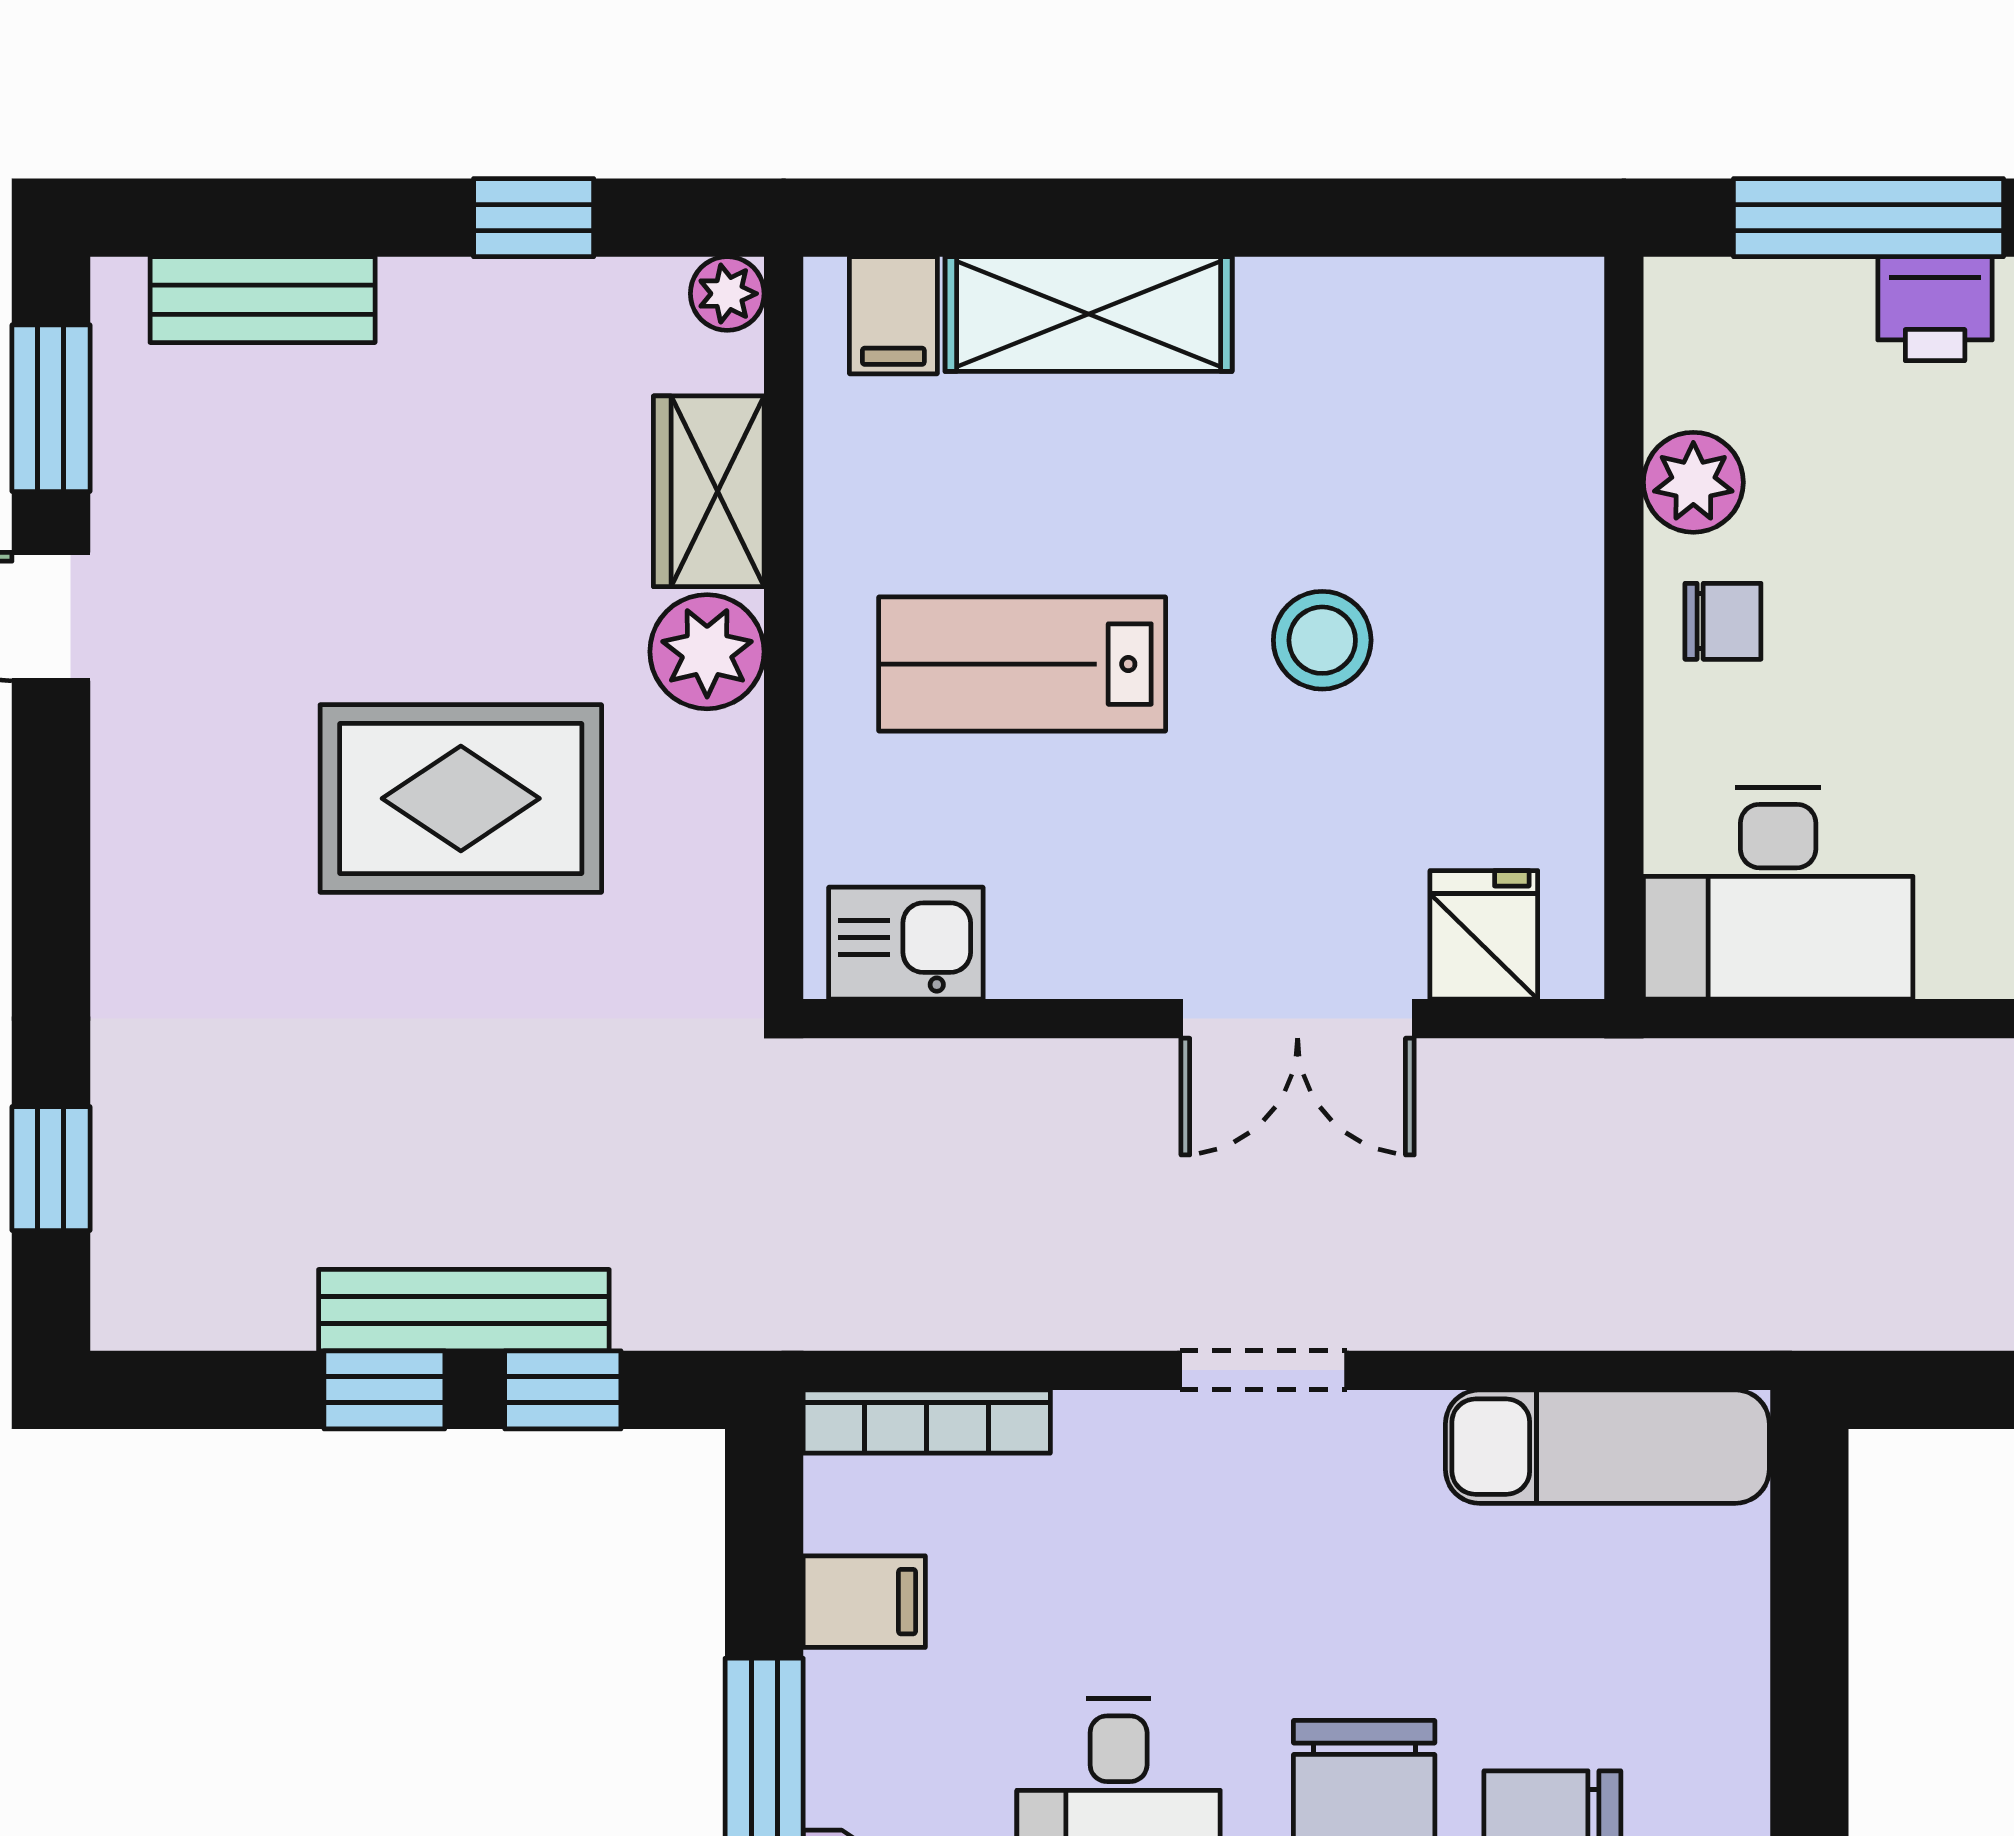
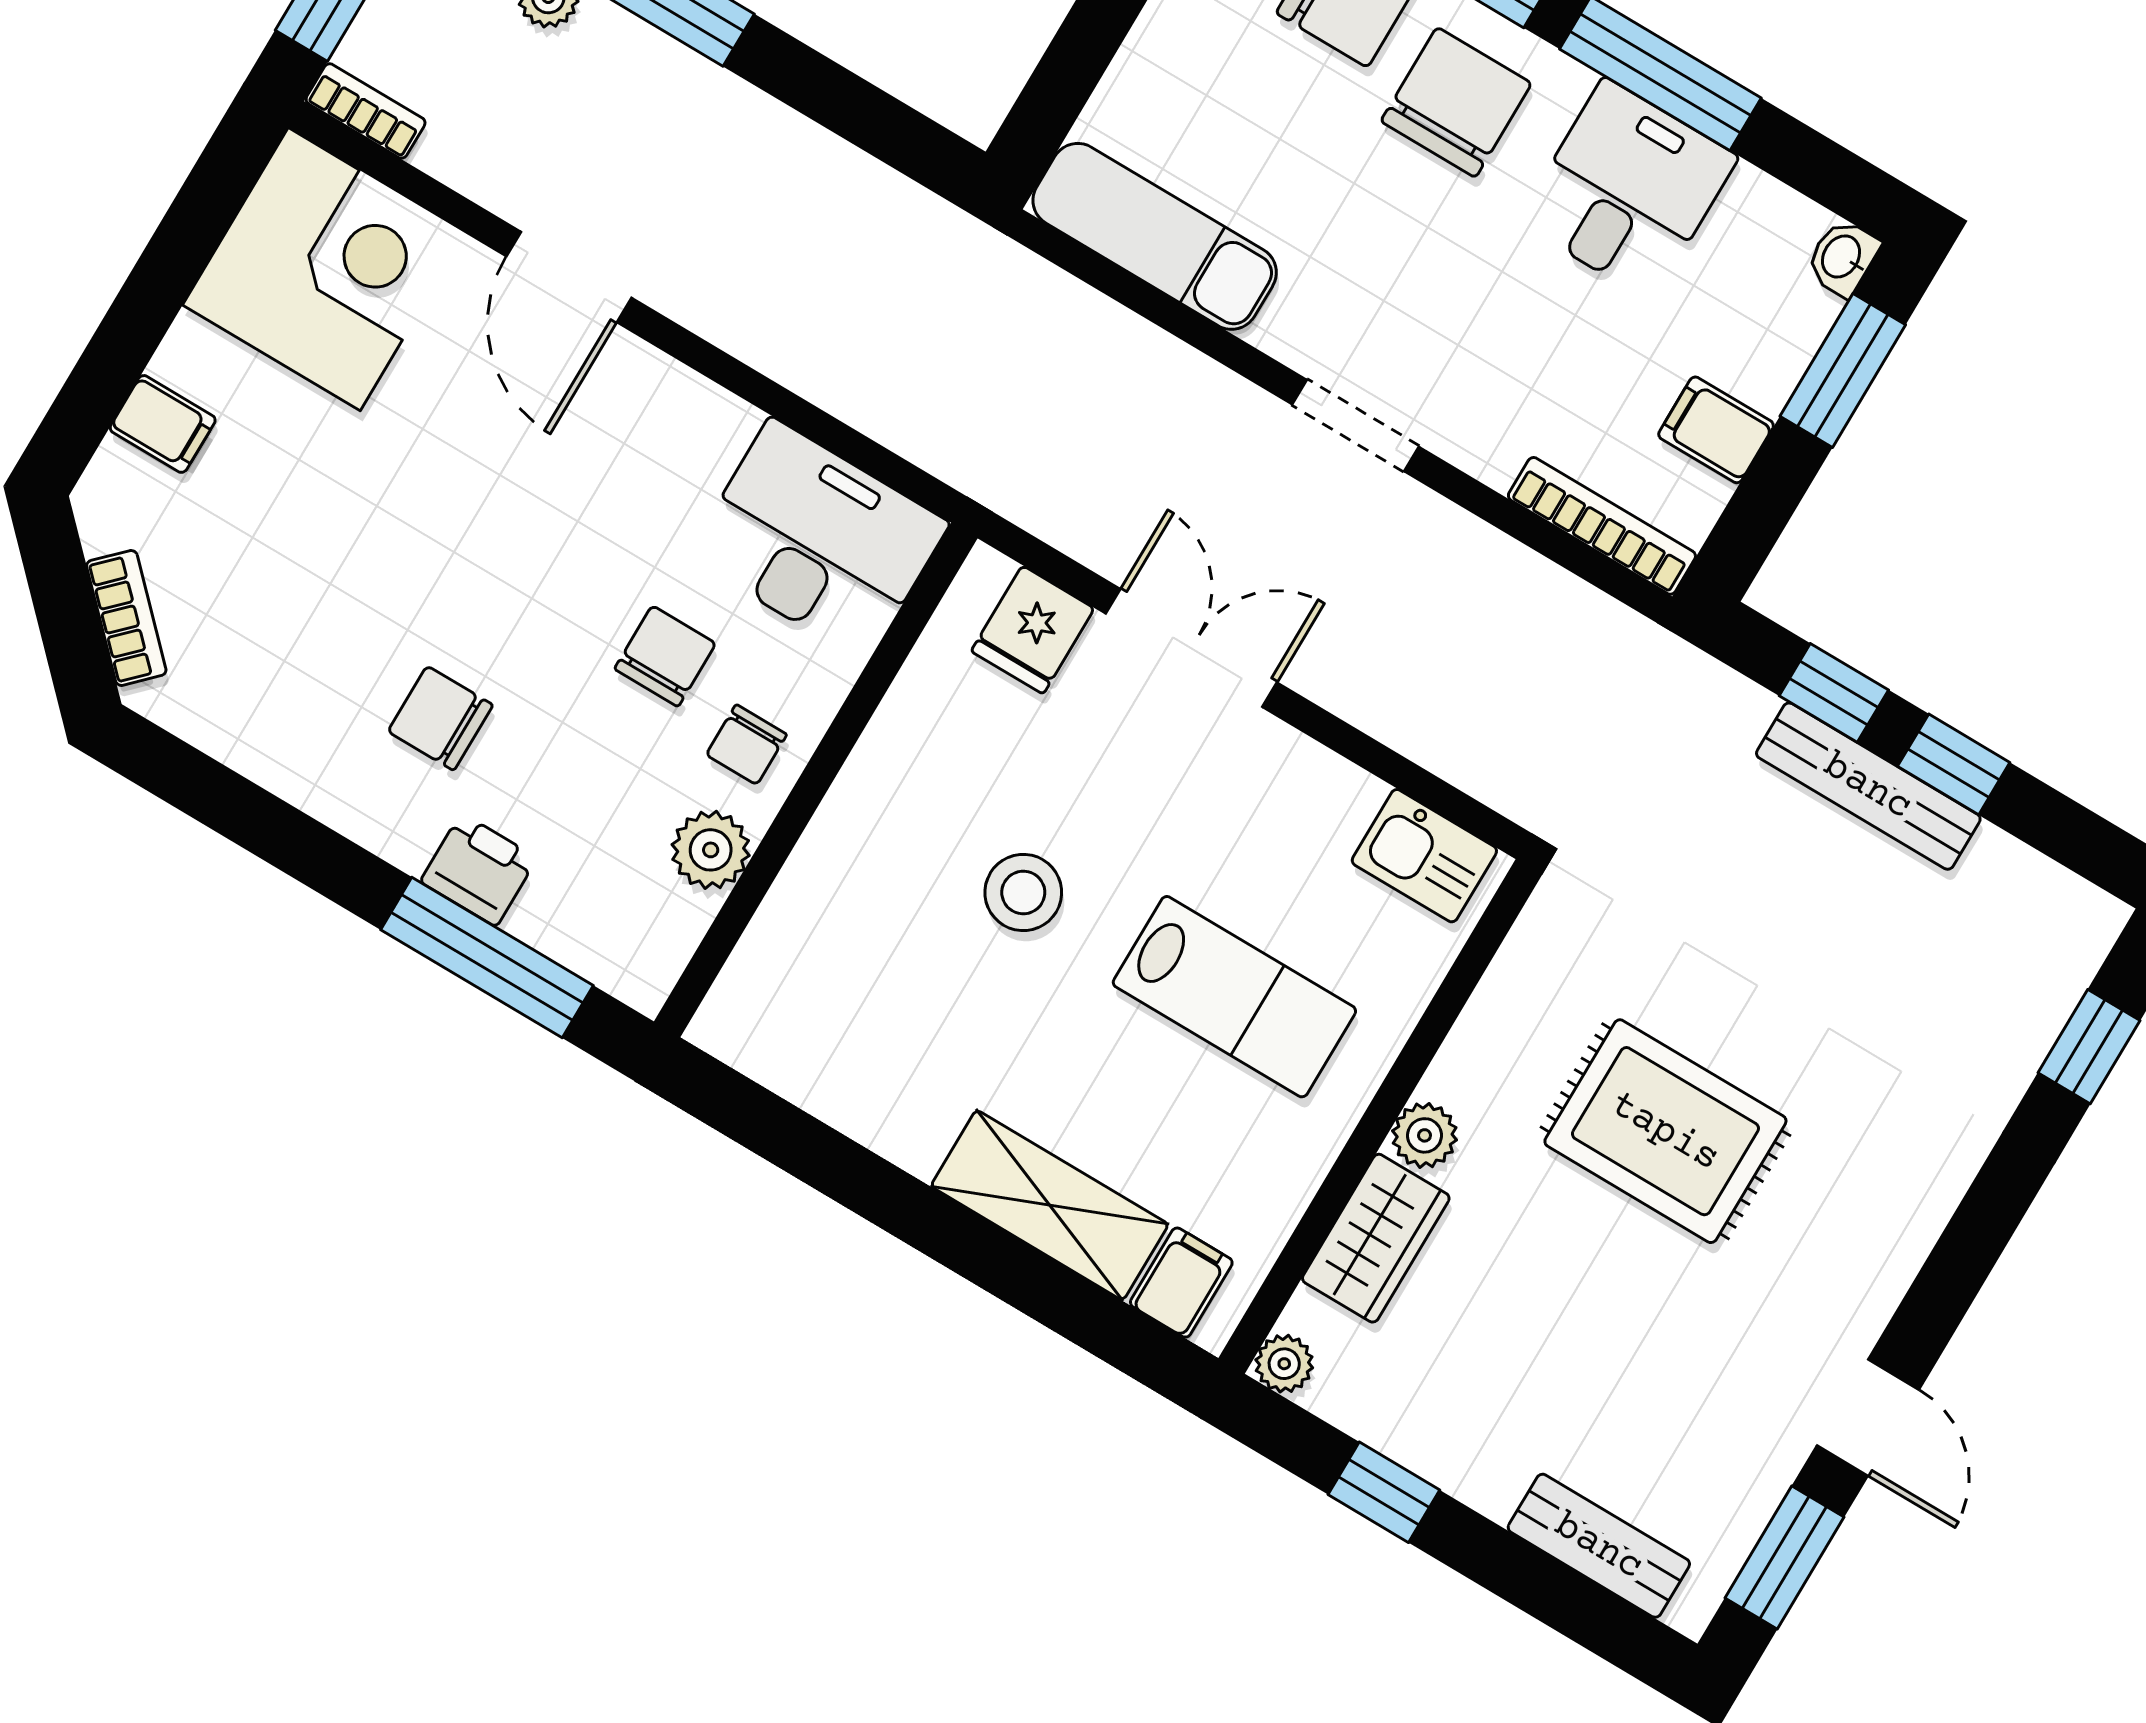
chair: (1723, 621) -> (746, 745), turned -90
plant: (707, 652) -> (1425, 1135), width x0.73, depth x0.73
chair: (1870, 665) -> (665, 656), added

